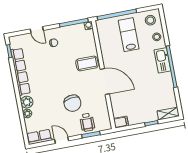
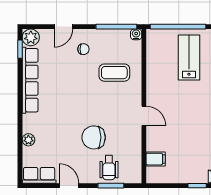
door: (37, 30) -> (63, 27), hinge flipped
coffee table: (87, 63) -> (114, 73), moved
door: (105, 81) -> (144, 116), width x0.53
plant: (27, 102) -> (31, 37), moved
chair: (72, 103) -> (94, 137), turned 98
filing cabinet: (121, 122) -> (156, 159), moved

